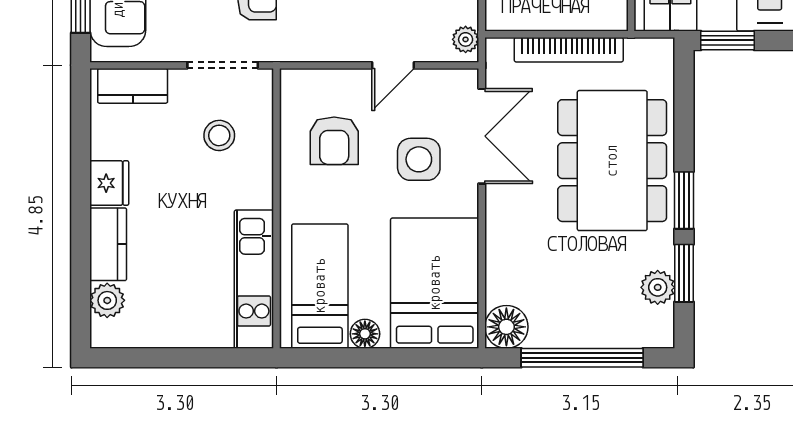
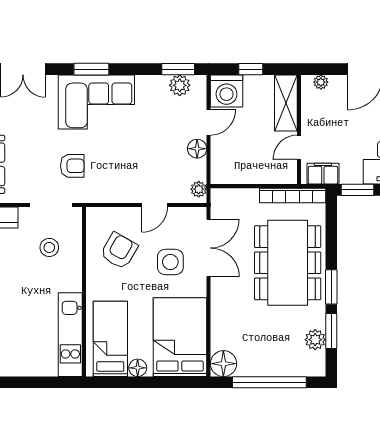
bookcase: (569, 50) -> (293, 195), moved
armchair: (334, 141) -> (119, 251), turned -150

